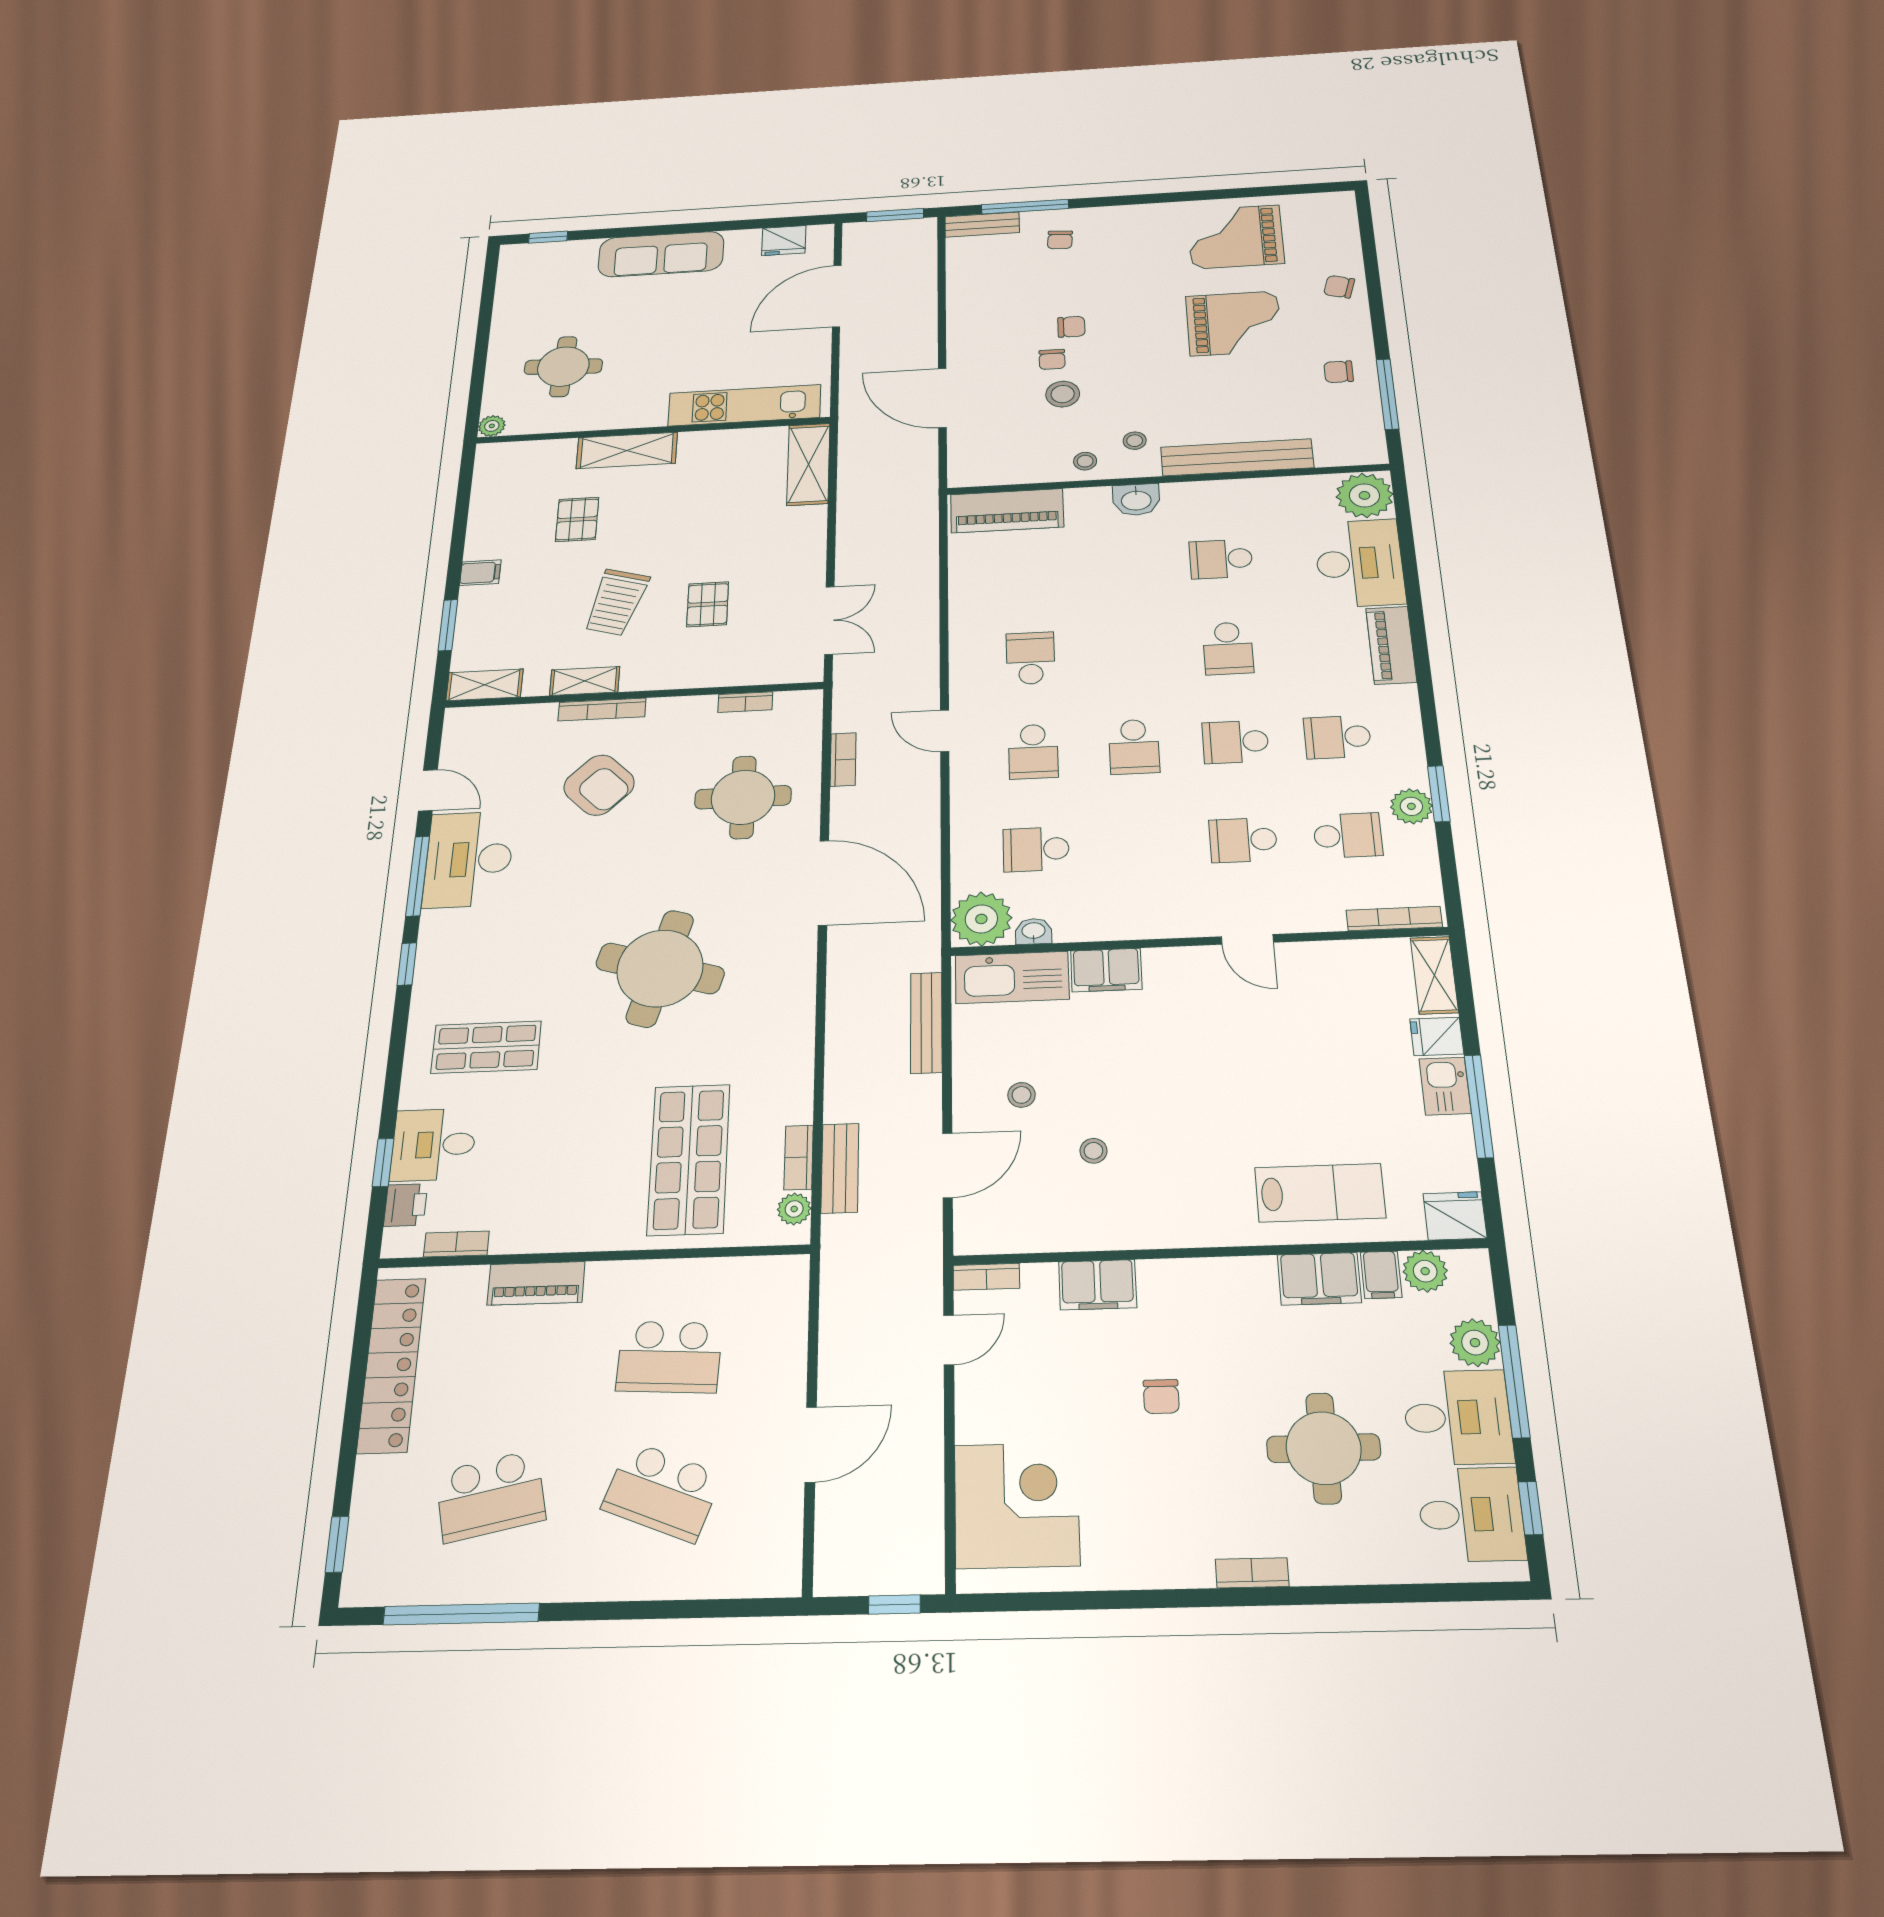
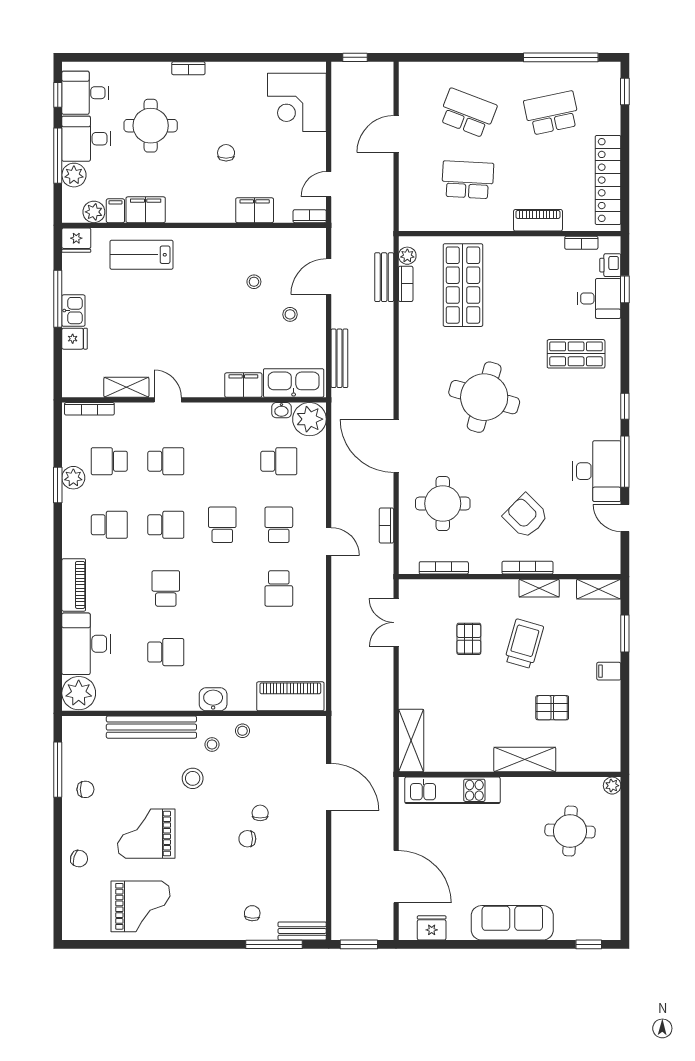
door: (837, 296) -> (396, 877), hinge flipped
stool: (1063, 394) -> (193, 778), moved
pallet: (577, 519) -> (552, 708), turned 90
bookcase: (745, 702) -> (444, 568), width x1.56
shelving: (1434, 975) -> (126, 387), moved, turned 90

